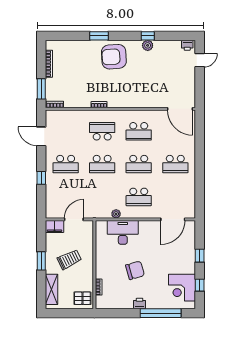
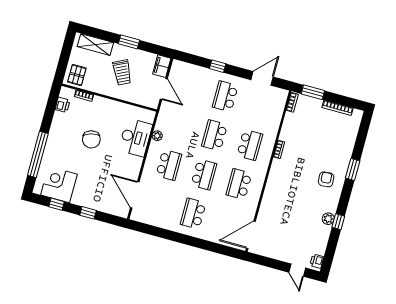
armchair: (114, 57) -> (326, 179), width x0.53, depth x0.53
school desk: (139, 164) -> (204, 174), turned 180
school desk: (139, 197) -> (169, 165), turned 180
printer: (140, 304) -> (63, 105), moved

